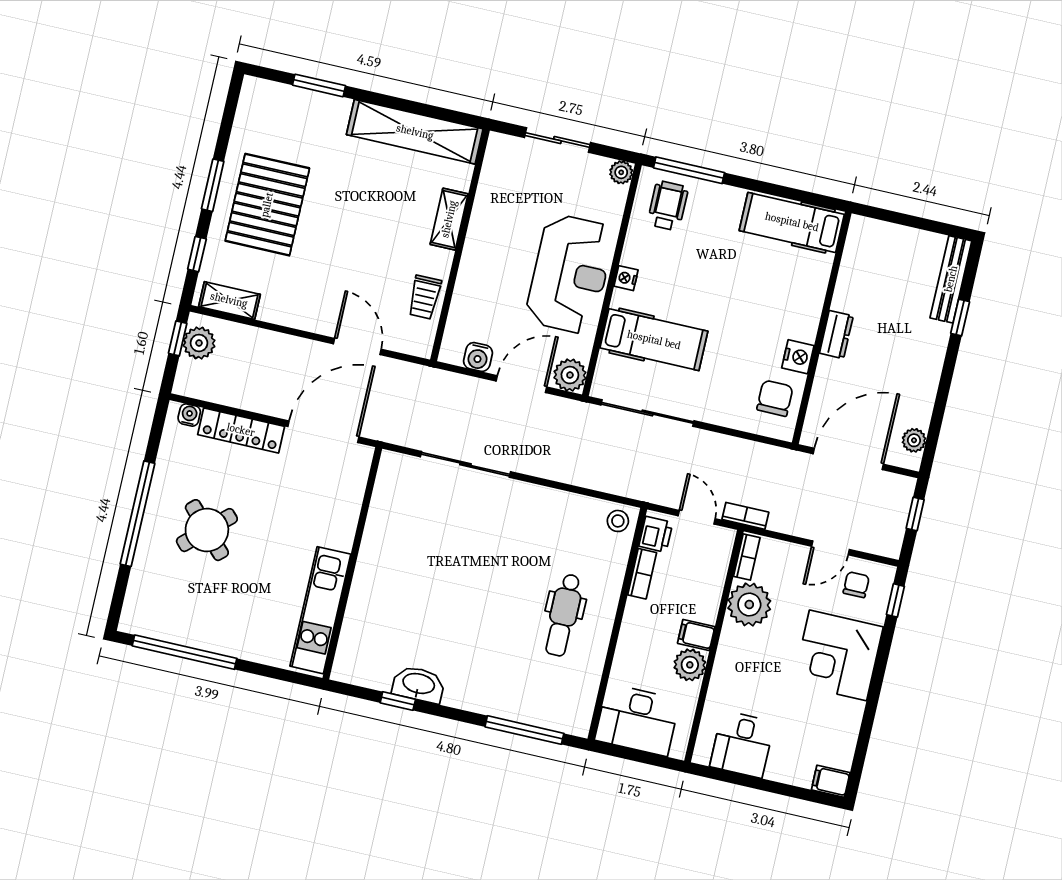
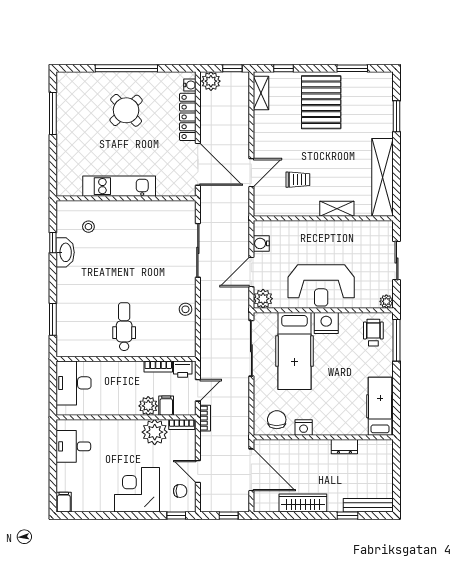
window: (213, 185) -> (352, 68), moved
pallet: (267, 205) -> (321, 102), turned 90
wheelchair: (668, 206) -> (373, 333), turned -90
nightstand: (626, 278) -> (326, 323), width x1.89, depth x1.79
trolley: (425, 297) -> (298, 180), moved, turned 180
dresser: (836, 335) -> (344, 447), moved
hospital bed: (654, 340) -> (294, 351), width x1.37, depth x1.29
plant: (199, 343) -> (211, 81), moved
door: (521, 384) -> (251, 272), swing flipped
wardrobe: (923, 387) -> (303, 503), added
chair: (775, 398) -> (277, 420), turned -90
plant: (914, 440) -> (271, 505), removed
stool: (618, 521) -> (185, 309), moved
kitchen unit: (320, 610) -> (119, 186), moved
dental chair: (563, 615) -> (124, 327), turned 90
filing cabinet: (696, 635) -> (166, 406), moved
stool: (385, 636) -> (88, 227), added
window: (185, 652) -> (53, 114), width x0.68
plant: (690, 665) -> (148, 406), moved
window: (524, 730) -> (53, 319), width x0.69

